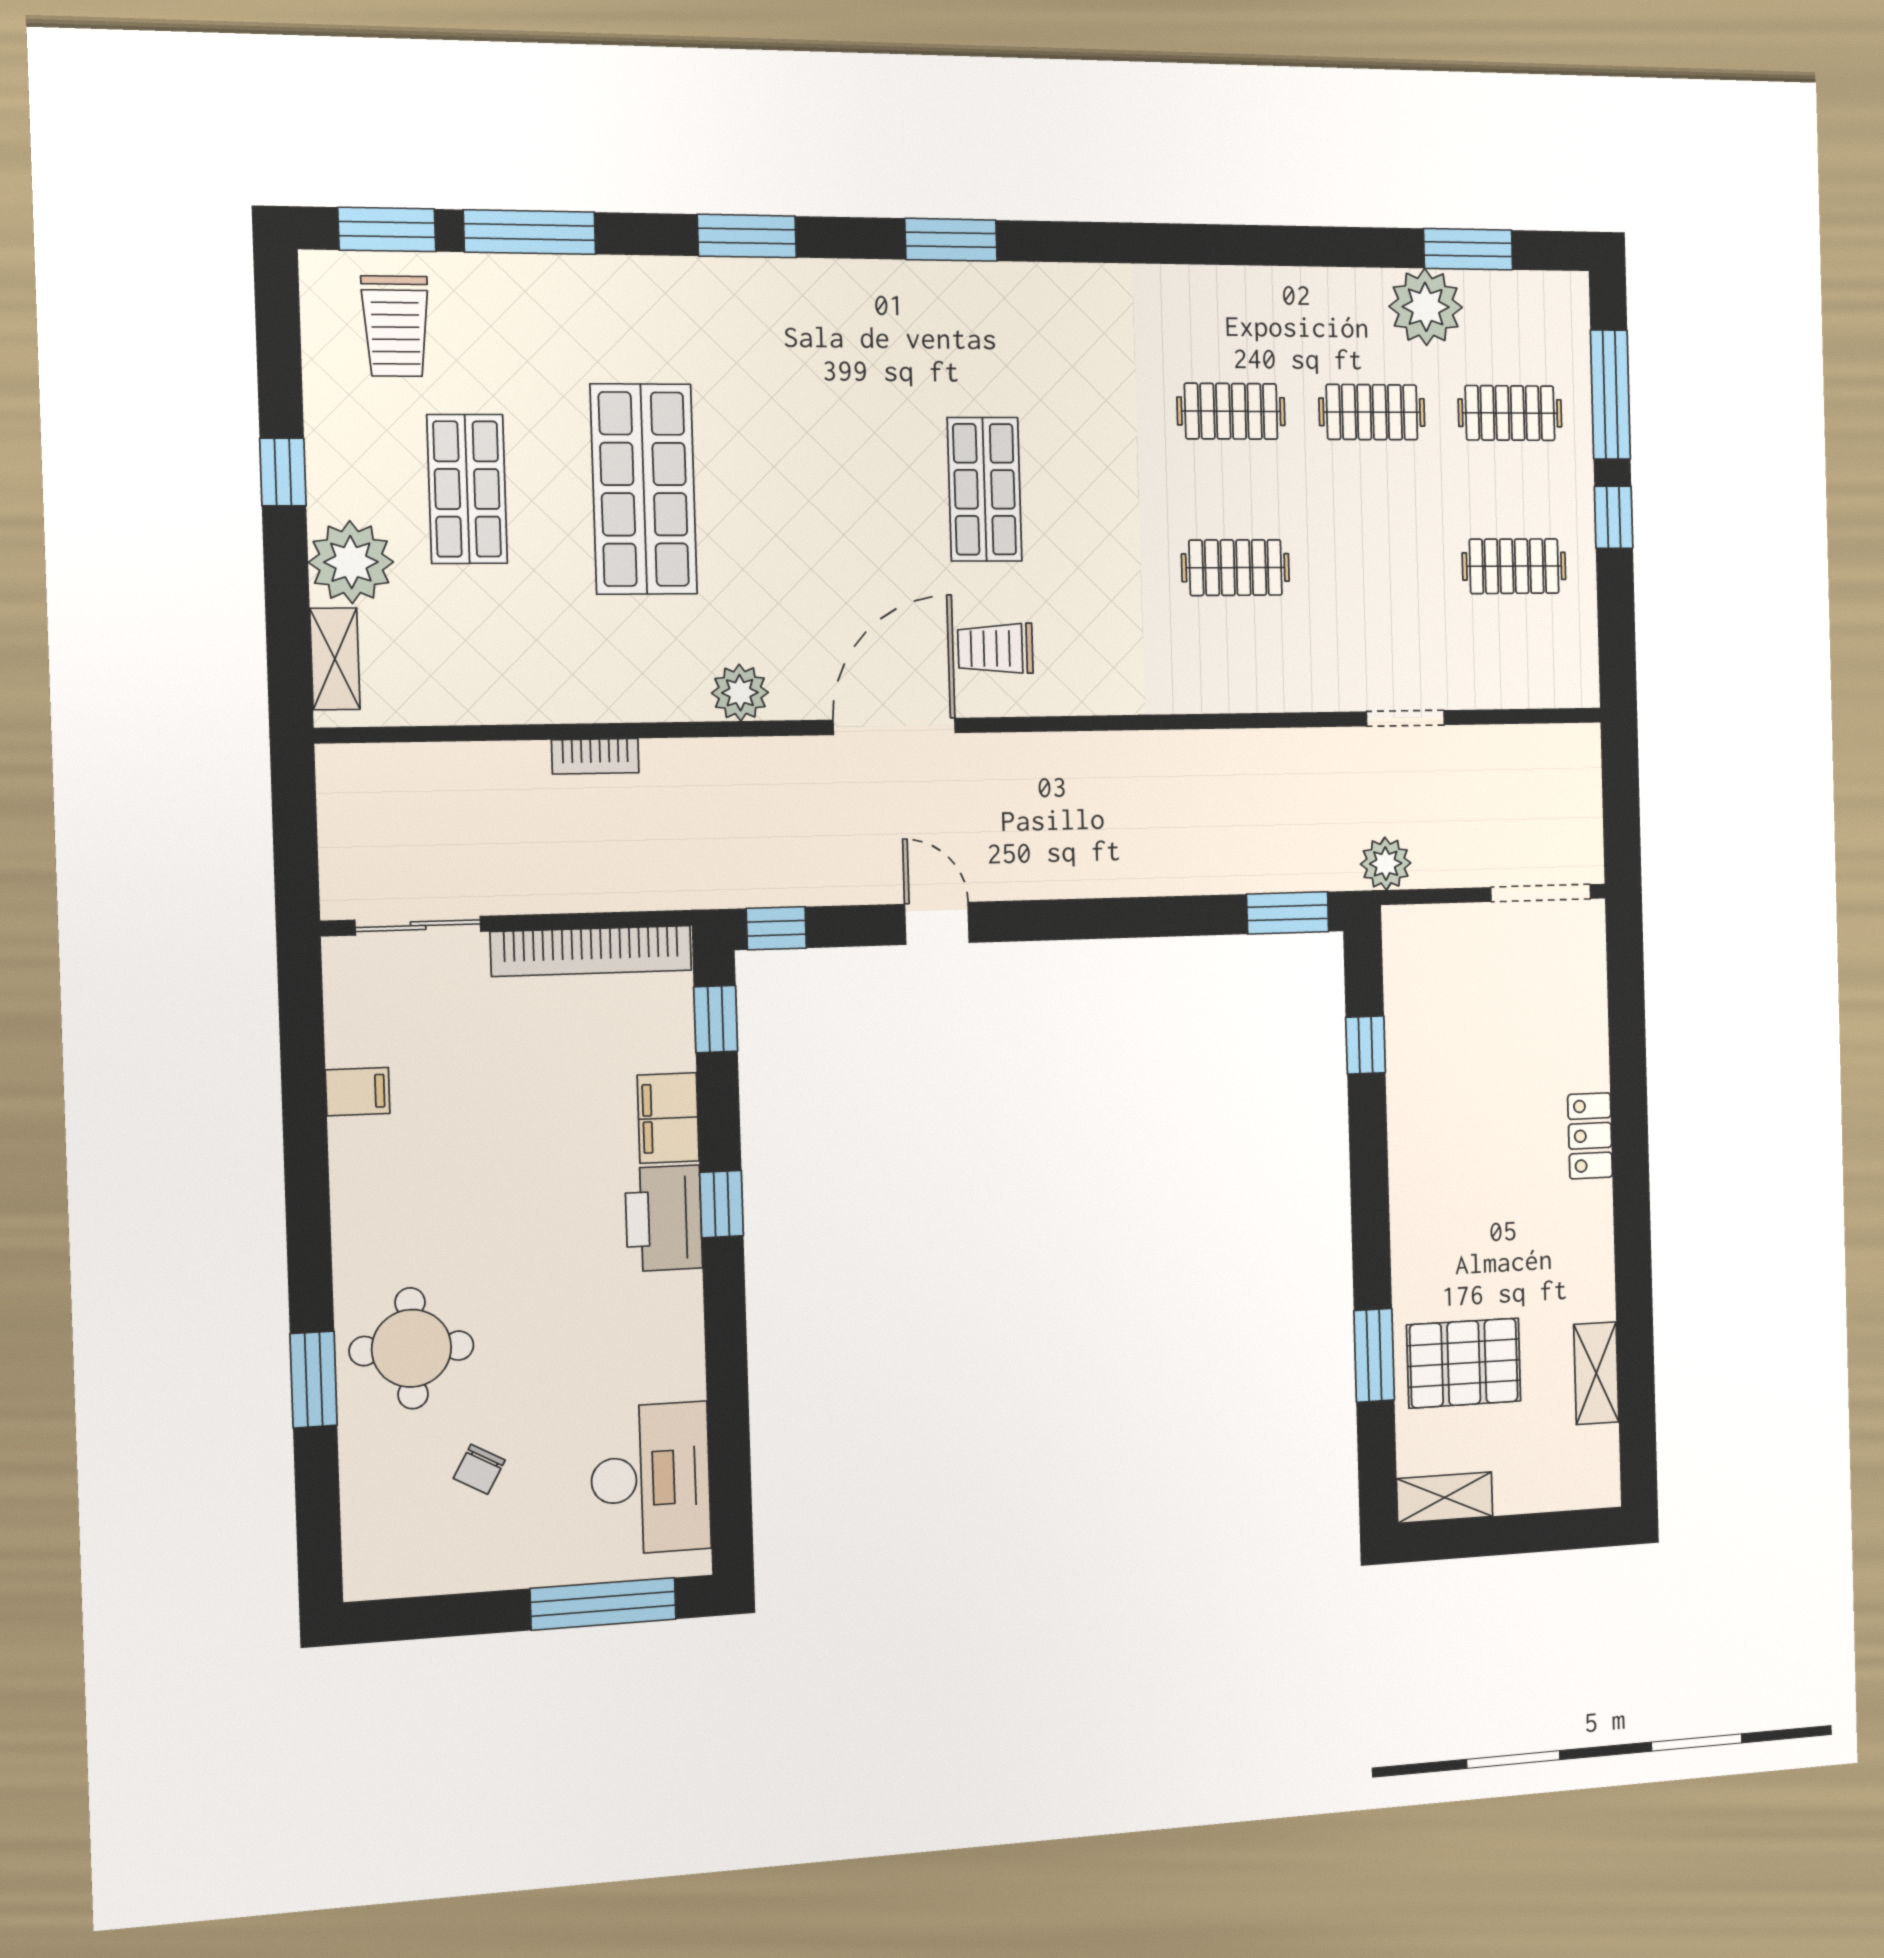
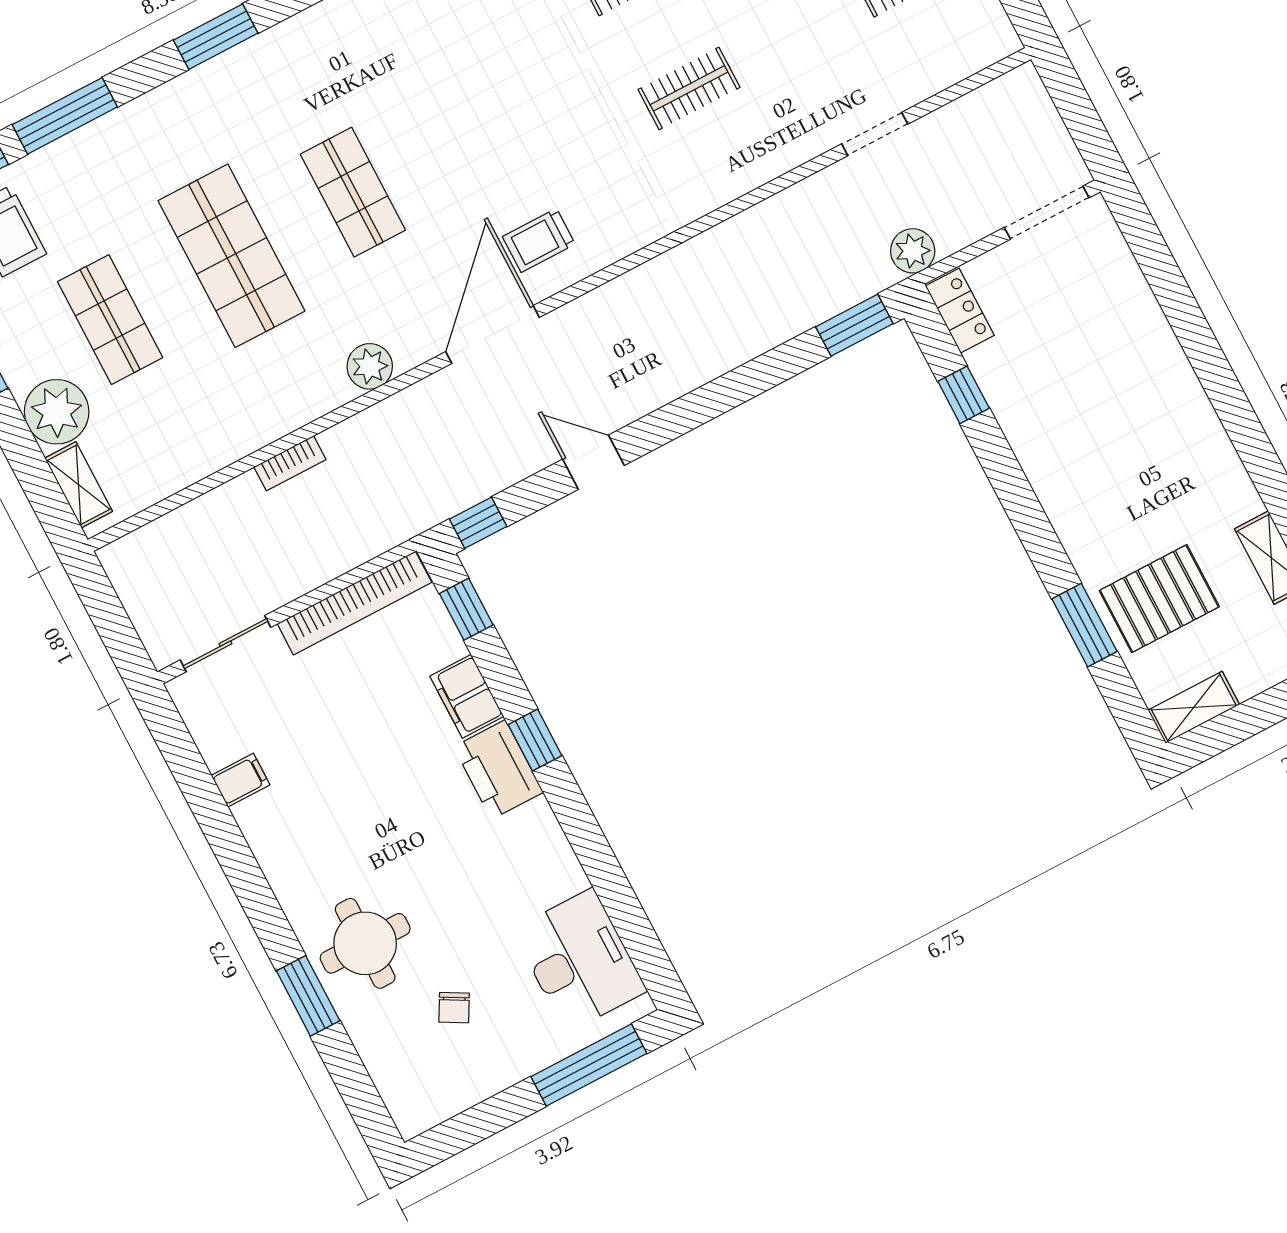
shop shelf: (985, 489) -> (353, 192), moved
locker: (1590, 1136) -> (960, 311), moved, turned 180

